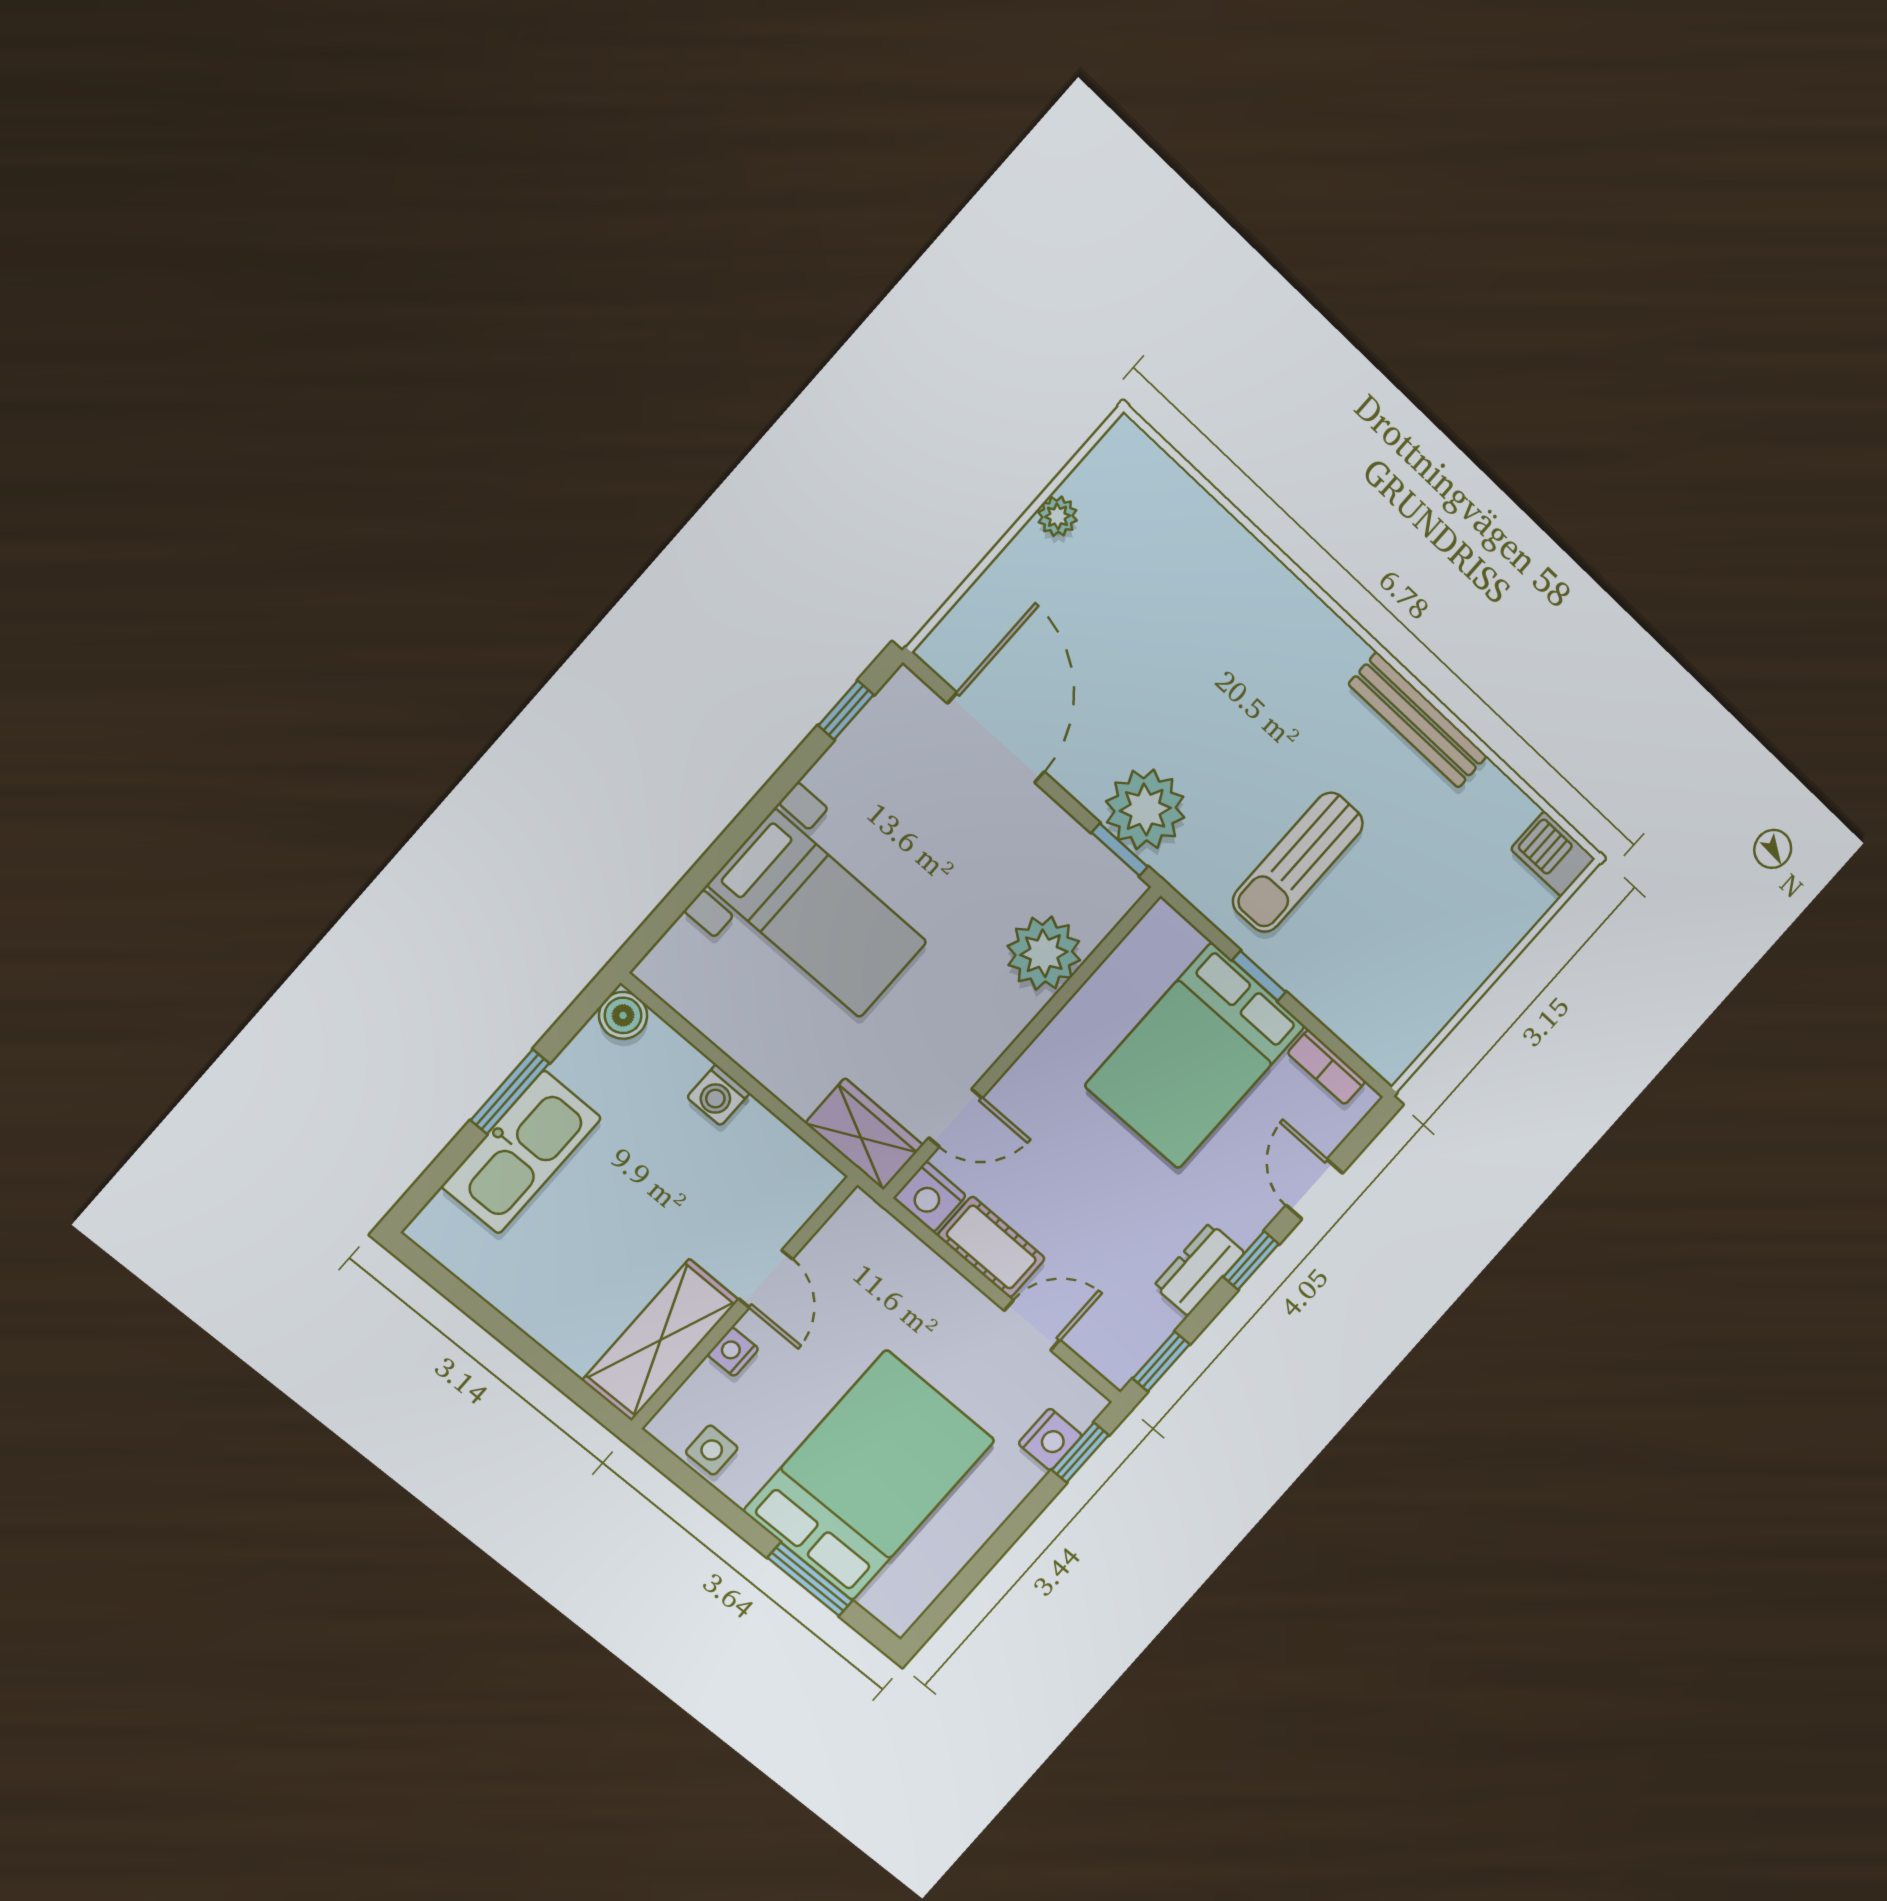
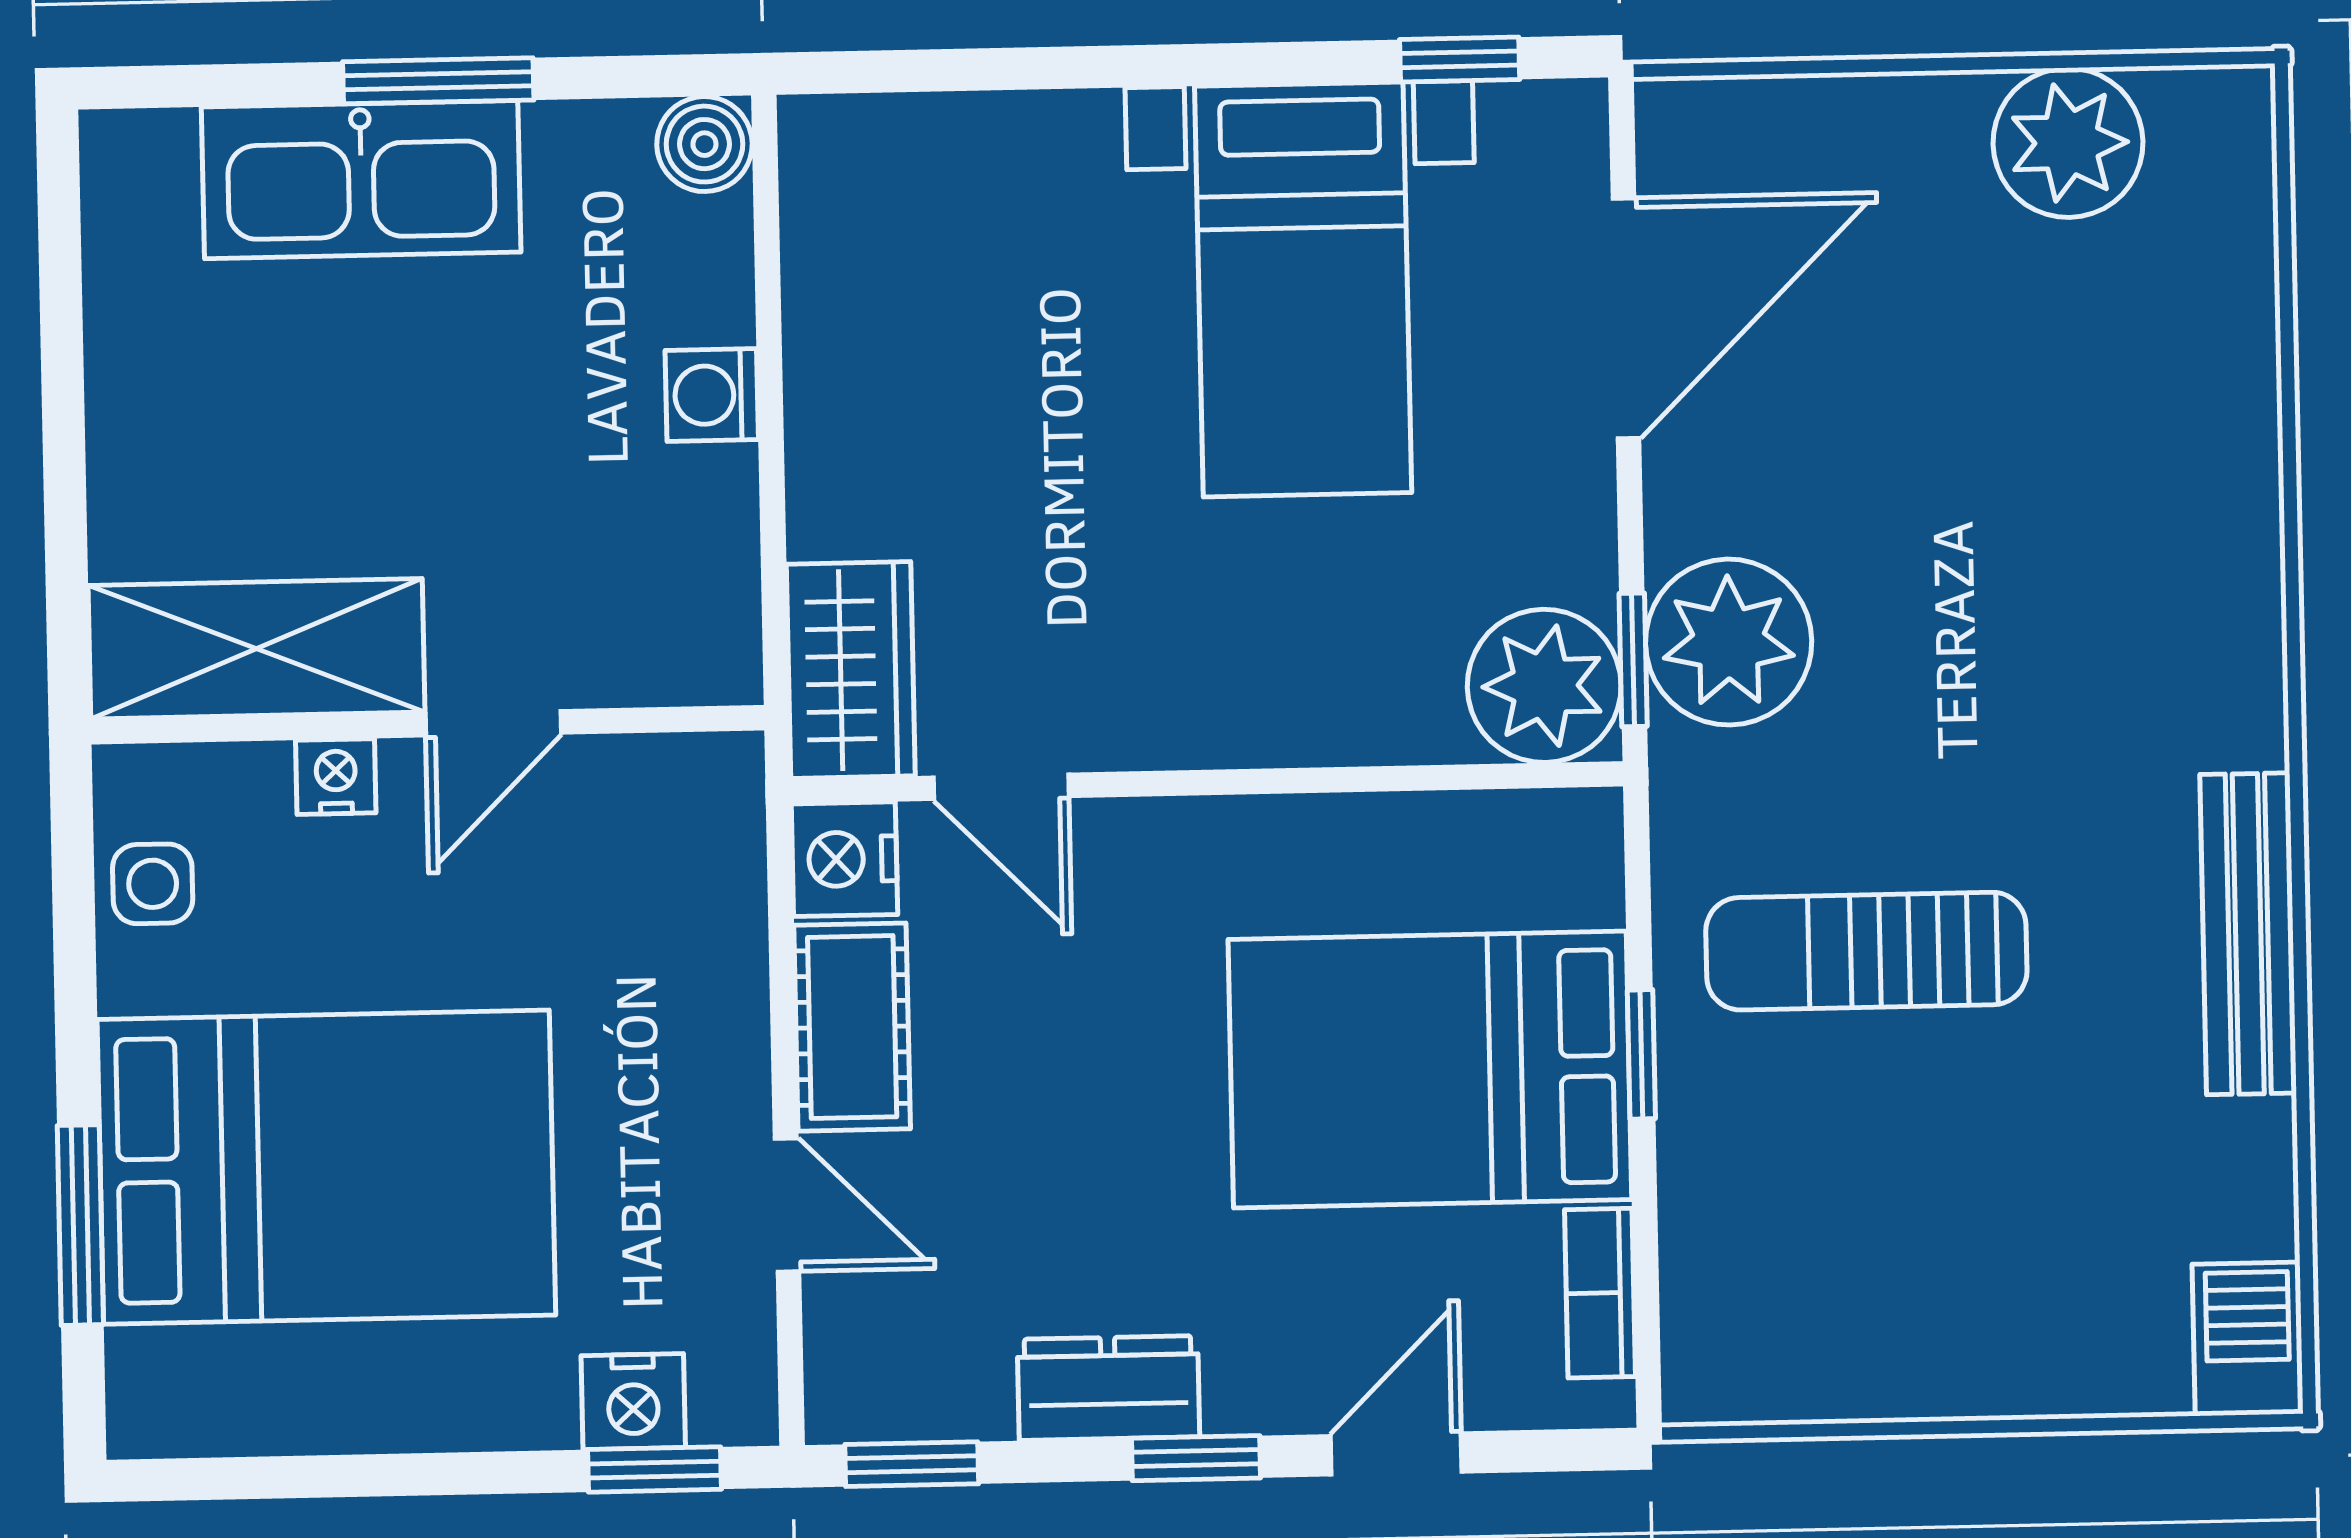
plant: (1057, 516) -> (2068, 143), width x1.87, depth x1.87
bed with nightstands: (817, 913) -> (1303, 289), moved
plant: (1044, 953) -> (1544, 686), moved

